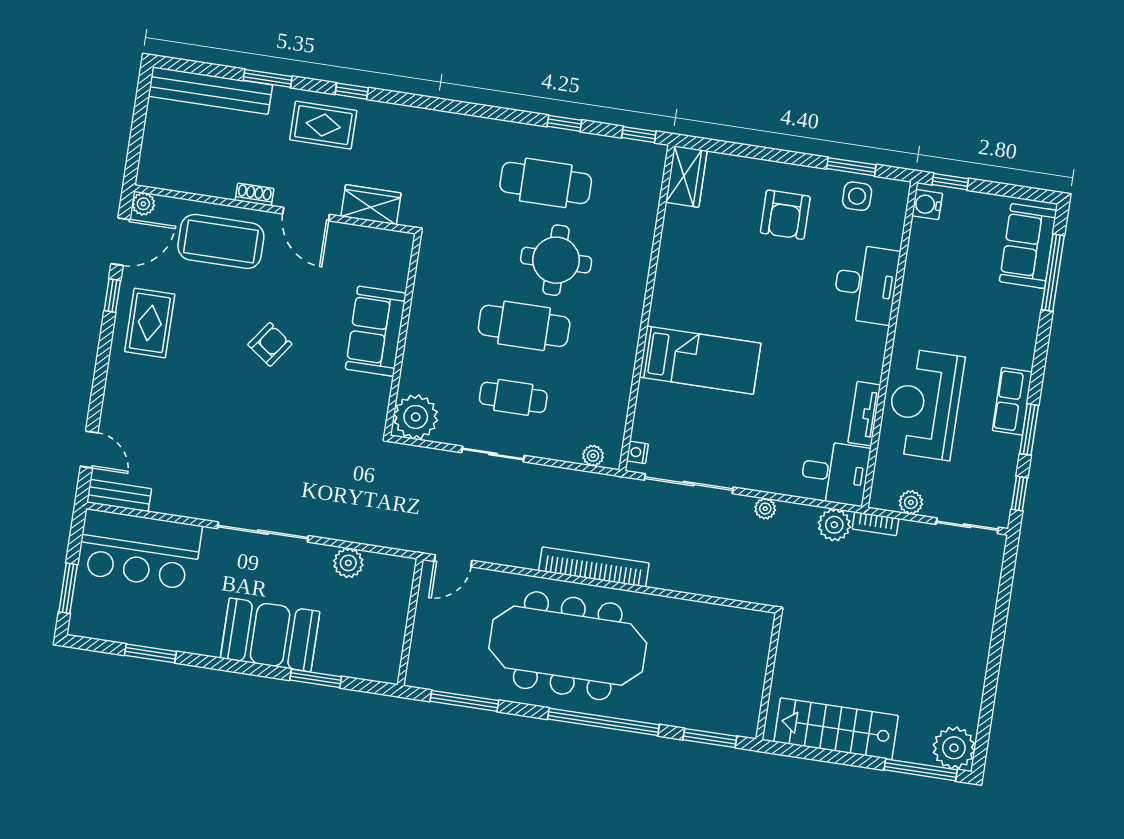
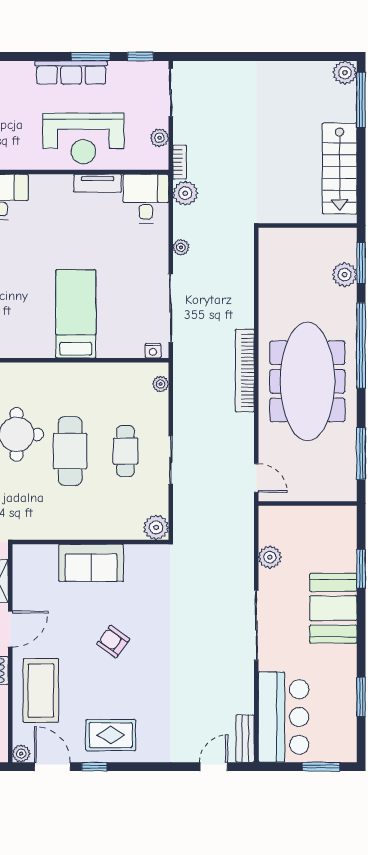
row of seats: (1012, 401) -> (71, 73), width x1.48
plant: (416, 417) -> (156, 527), width x0.73, depth x0.73
plant: (698, 714) -> (345, 275), added
plant: (954, 748) -> (345, 73), width x0.73, depth x0.73

